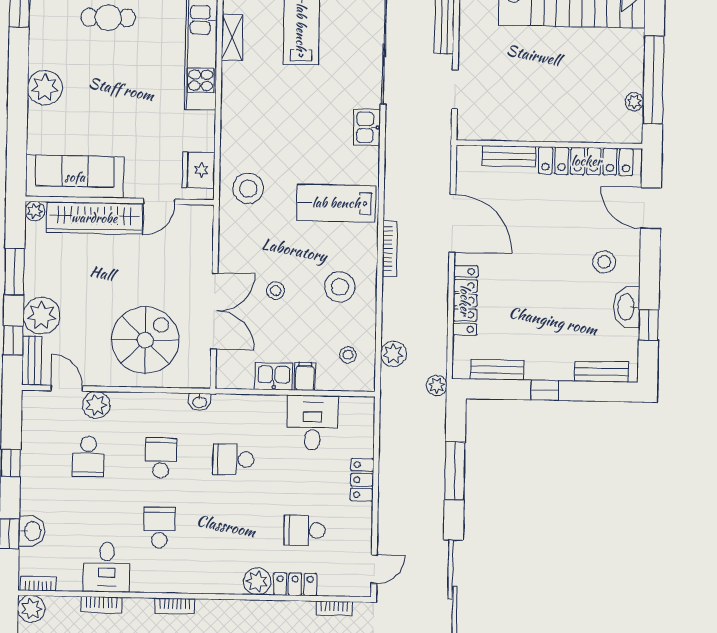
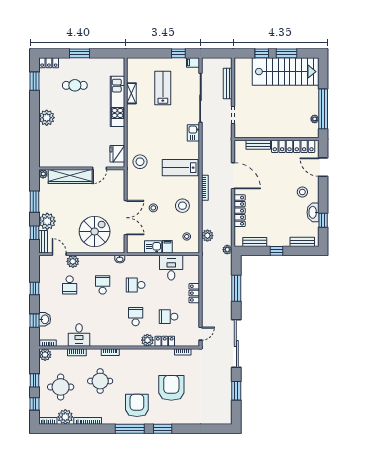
sofa: (75, 177) -> (61, 158), removed
school desk: (159, 528) -> (136, 317), moved

